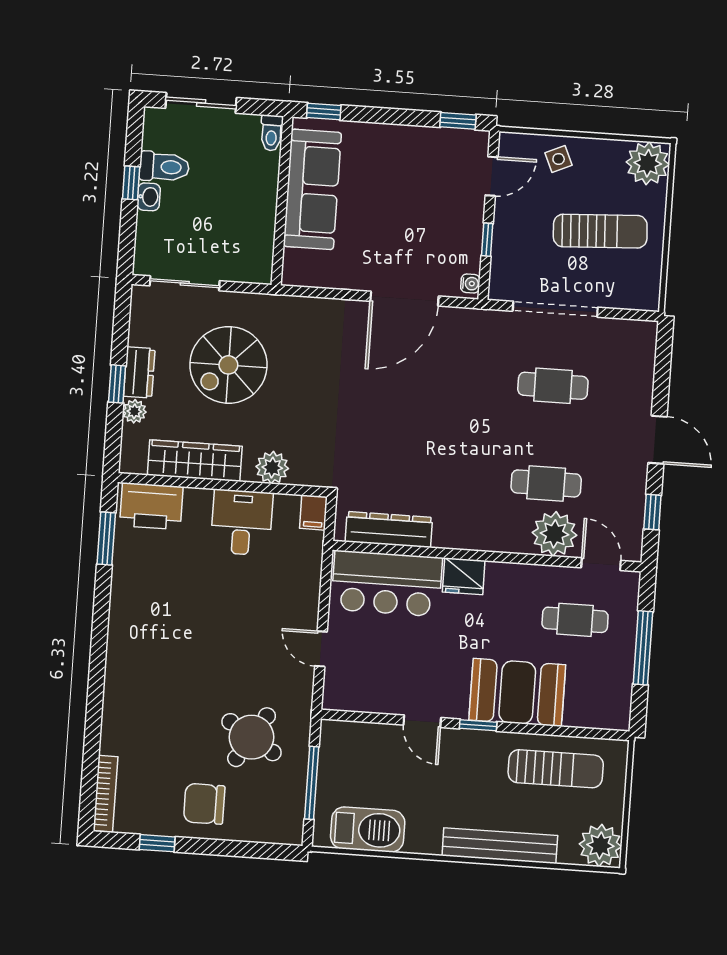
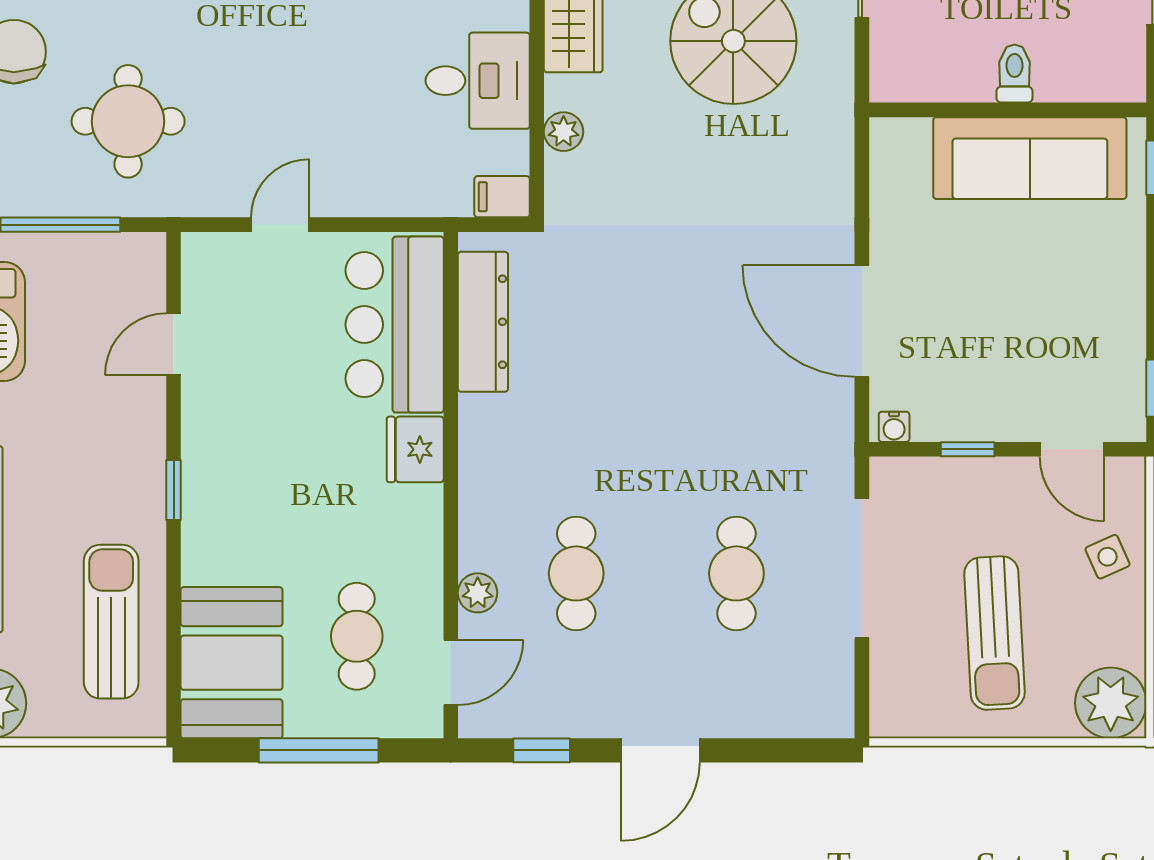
toilet: (271, 133) -> (1015, 74), moved, turned 90
plant: (272, 468) -> (564, 132), width x0.73, depth x0.73
plant: (554, 534) -> (478, 593), width x0.53, depth x0.53
booth: (517, 692) -> (232, 663), moved
door: (422, 721) -> (174, 344), moved
round table: (252, 737) -> (128, 121), turned -32
sun lounger: (556, 769) -> (111, 622), turned 180

